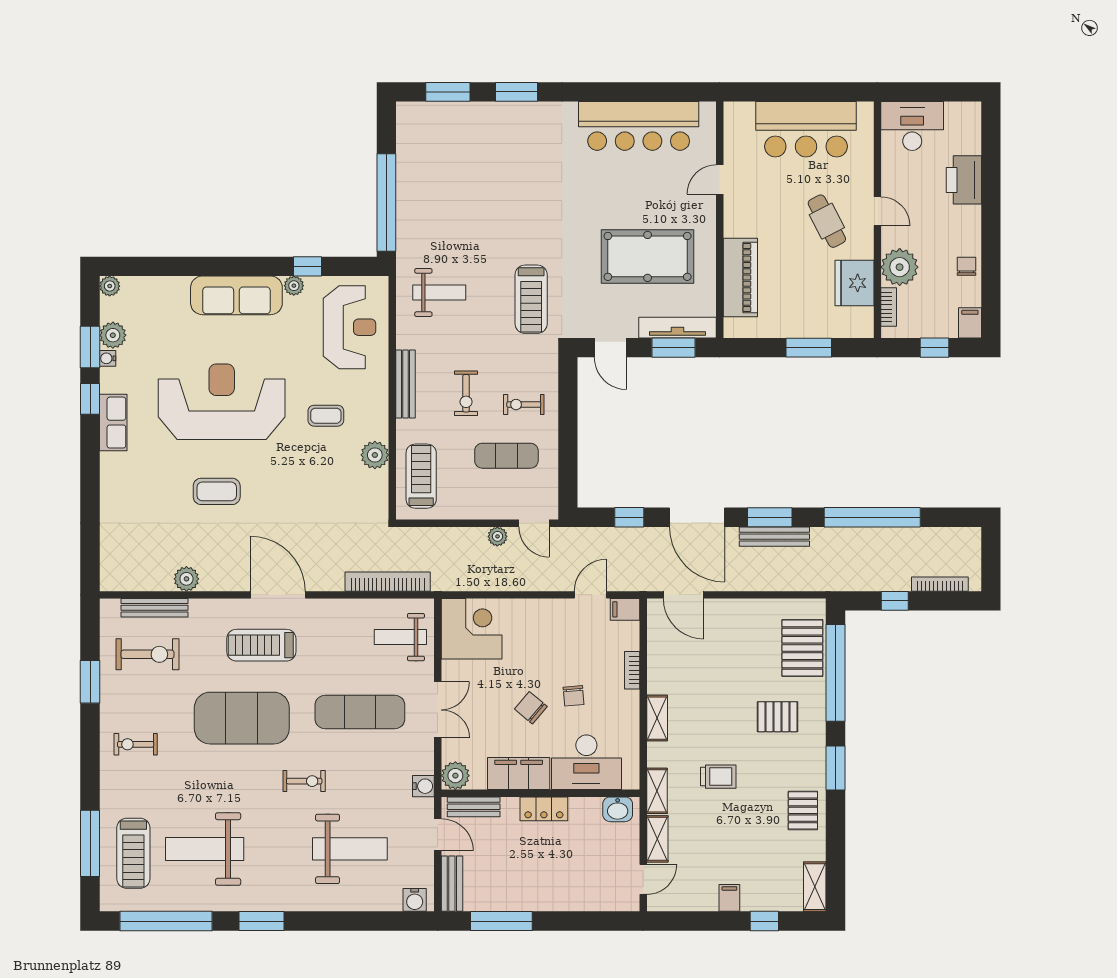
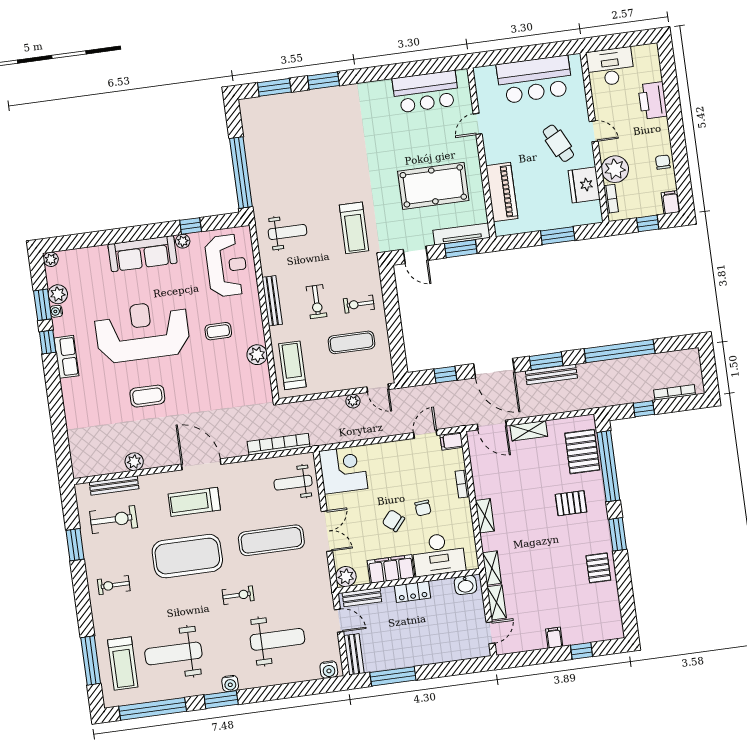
bar counter: (639, 126) -> (426, 92), width x0.73
trolley: (718, 777) -> (534, 552), removed
water cooler: (423, 786) -> (230, 684), moved, turned 90
shelving: (815, 887) -> (529, 431), moved, turned 90

